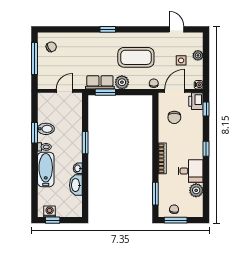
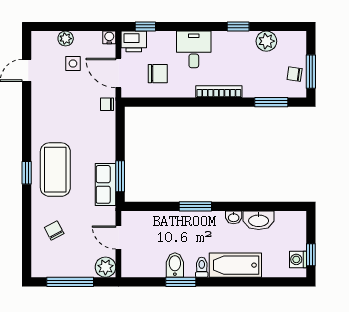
chair: (51, 47) -> (54, 230), moved
coffee table: (136, 57) -> (55, 170), moved
plant: (122, 82) -> (105, 267), moved
window: (206, 149) -> (238, 26), moved
desk: (191, 171) -> (194, 49), moved

